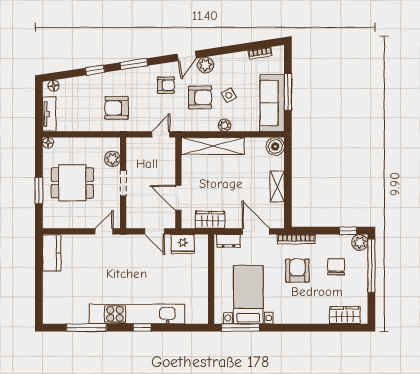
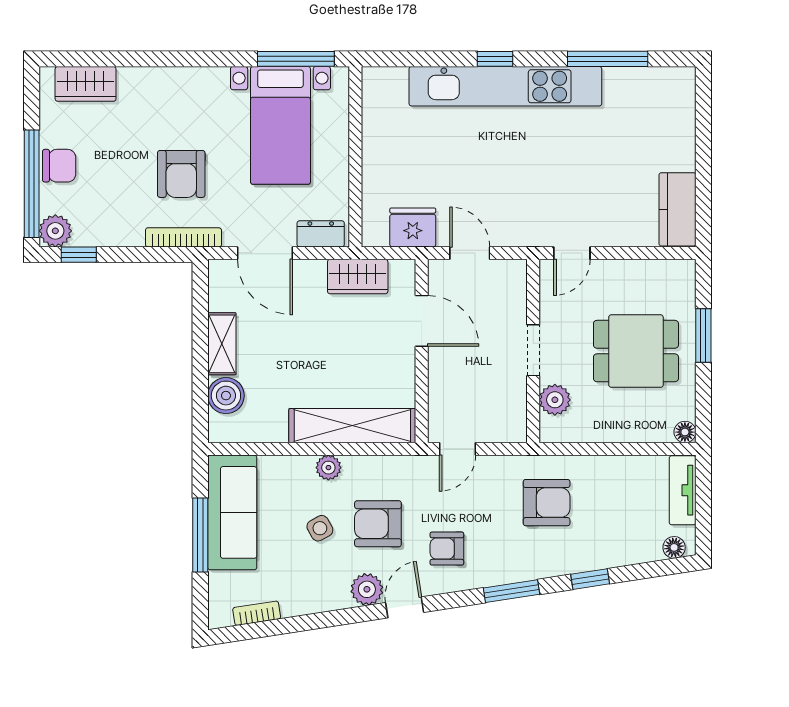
boiler: (275, 146) -> (226, 396), moved
chair: (336, 267) -> (59, 166), moved, turned -90

